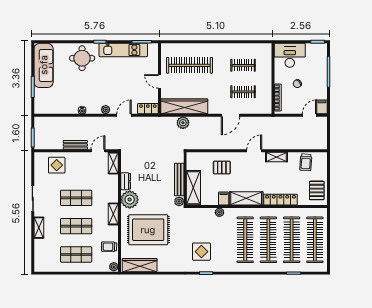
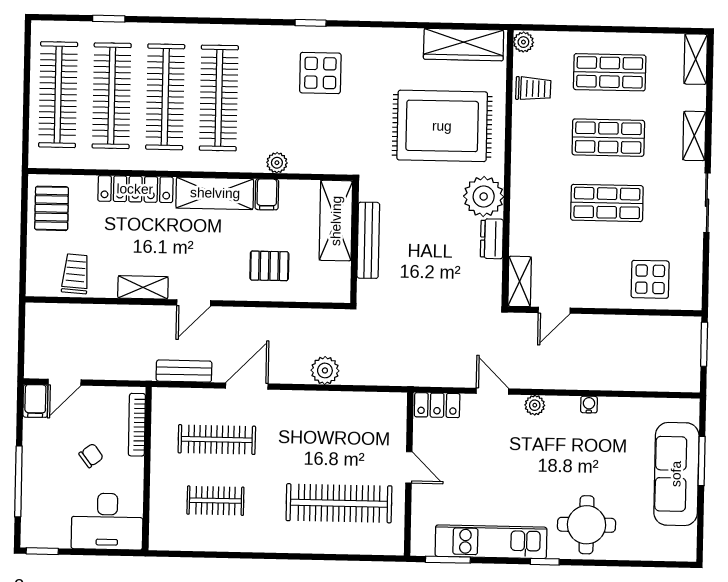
sofa: (44, 65) -> (676, 474), moved
clothes rail: (243, 92) -> (217, 440), width x1.36
wardrobe: (184, 106) -> (353, 409), removed
door: (124, 115) -> (492, 391), swing flipped
plant: (183, 123) -> (325, 370), moved
bench: (75, 145) -> (184, 371), moved
plant: (179, 201) -> (369, 190), removed
shelving: (113, 214) -> (696, 59), moved

